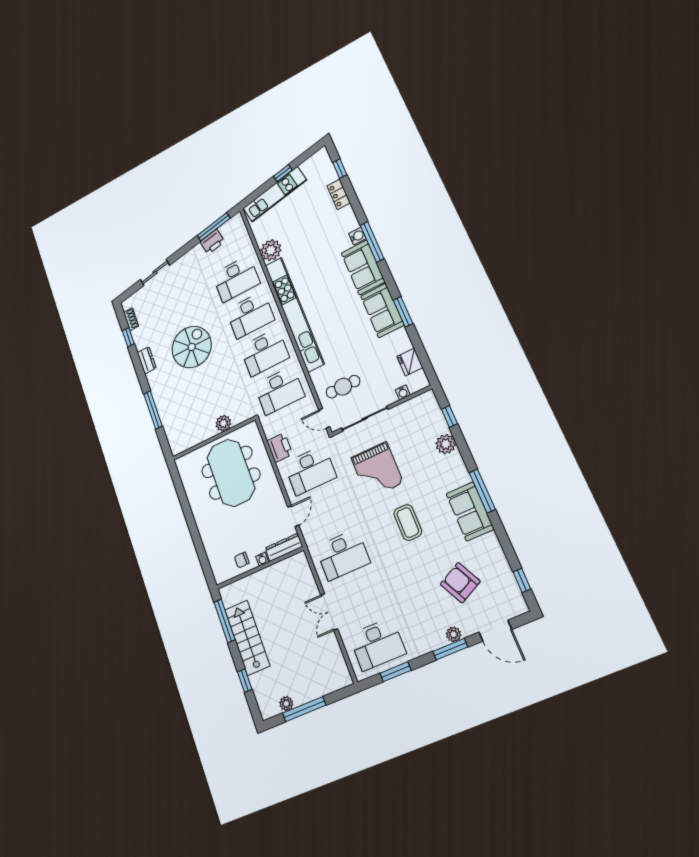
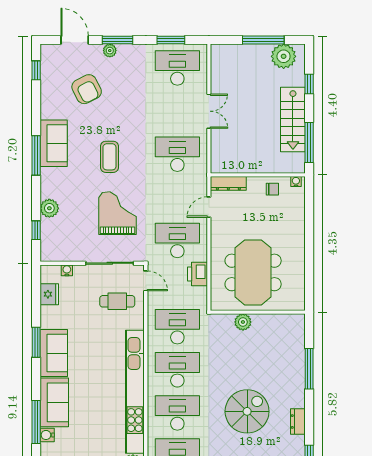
spiral stairs: (192, 347) -> (247, 411), turned 180
water cooler: (262, 559) -> (296, 182), moved
plant: (286, 704) -> (284, 56), width x1.88, depth x1.88

